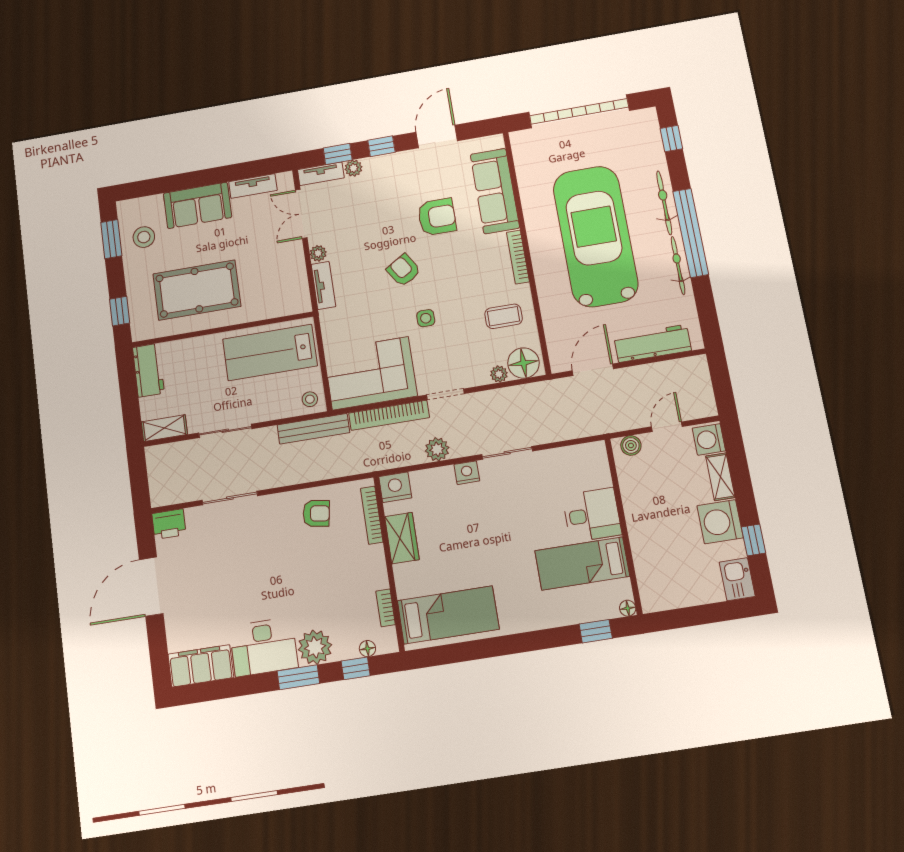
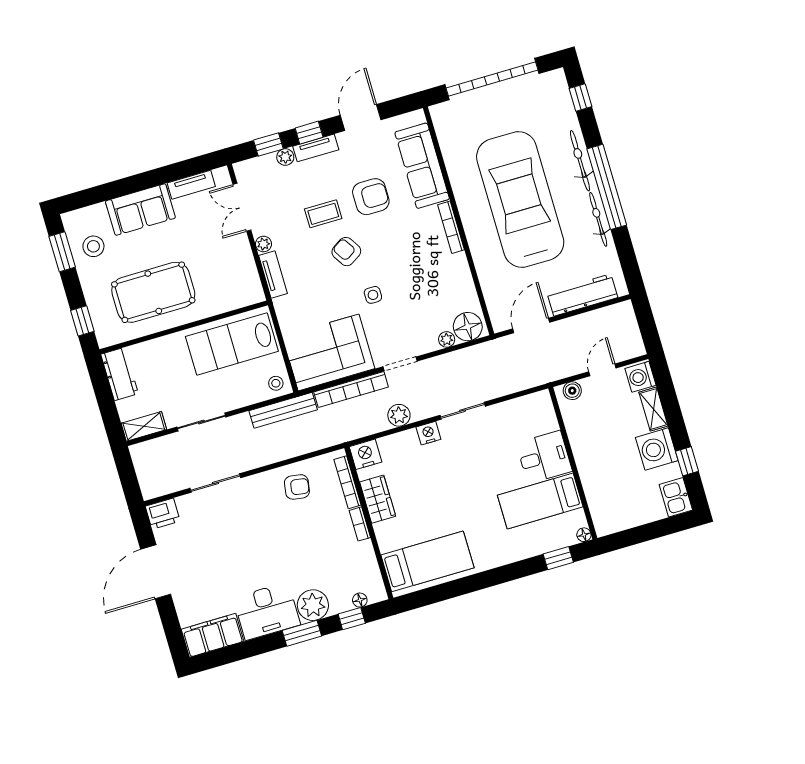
tv unit: (321, 174) -> (316, 148), moved
coffee table: (504, 316) -> (323, 214), moved
bookcase: (386, 608) -> (360, 524), moved

